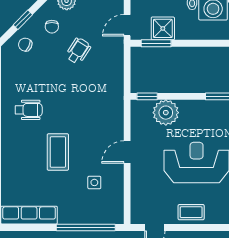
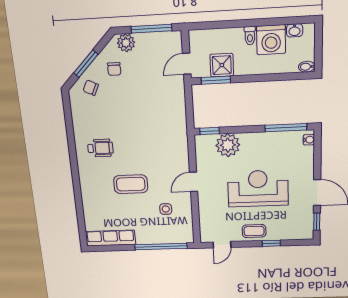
window: (23, 20) -> (86, 64), width x1.50
wheelchair: (78, 51) -> (141, 91), removed
coffee table: (58, 152) -> (131, 184), turned 90
window: (210, 228) -> (271, 243), added

